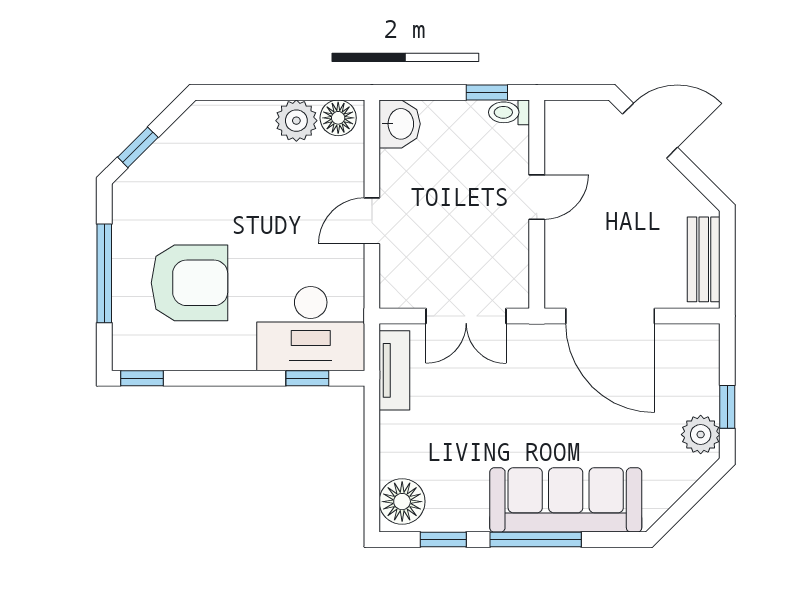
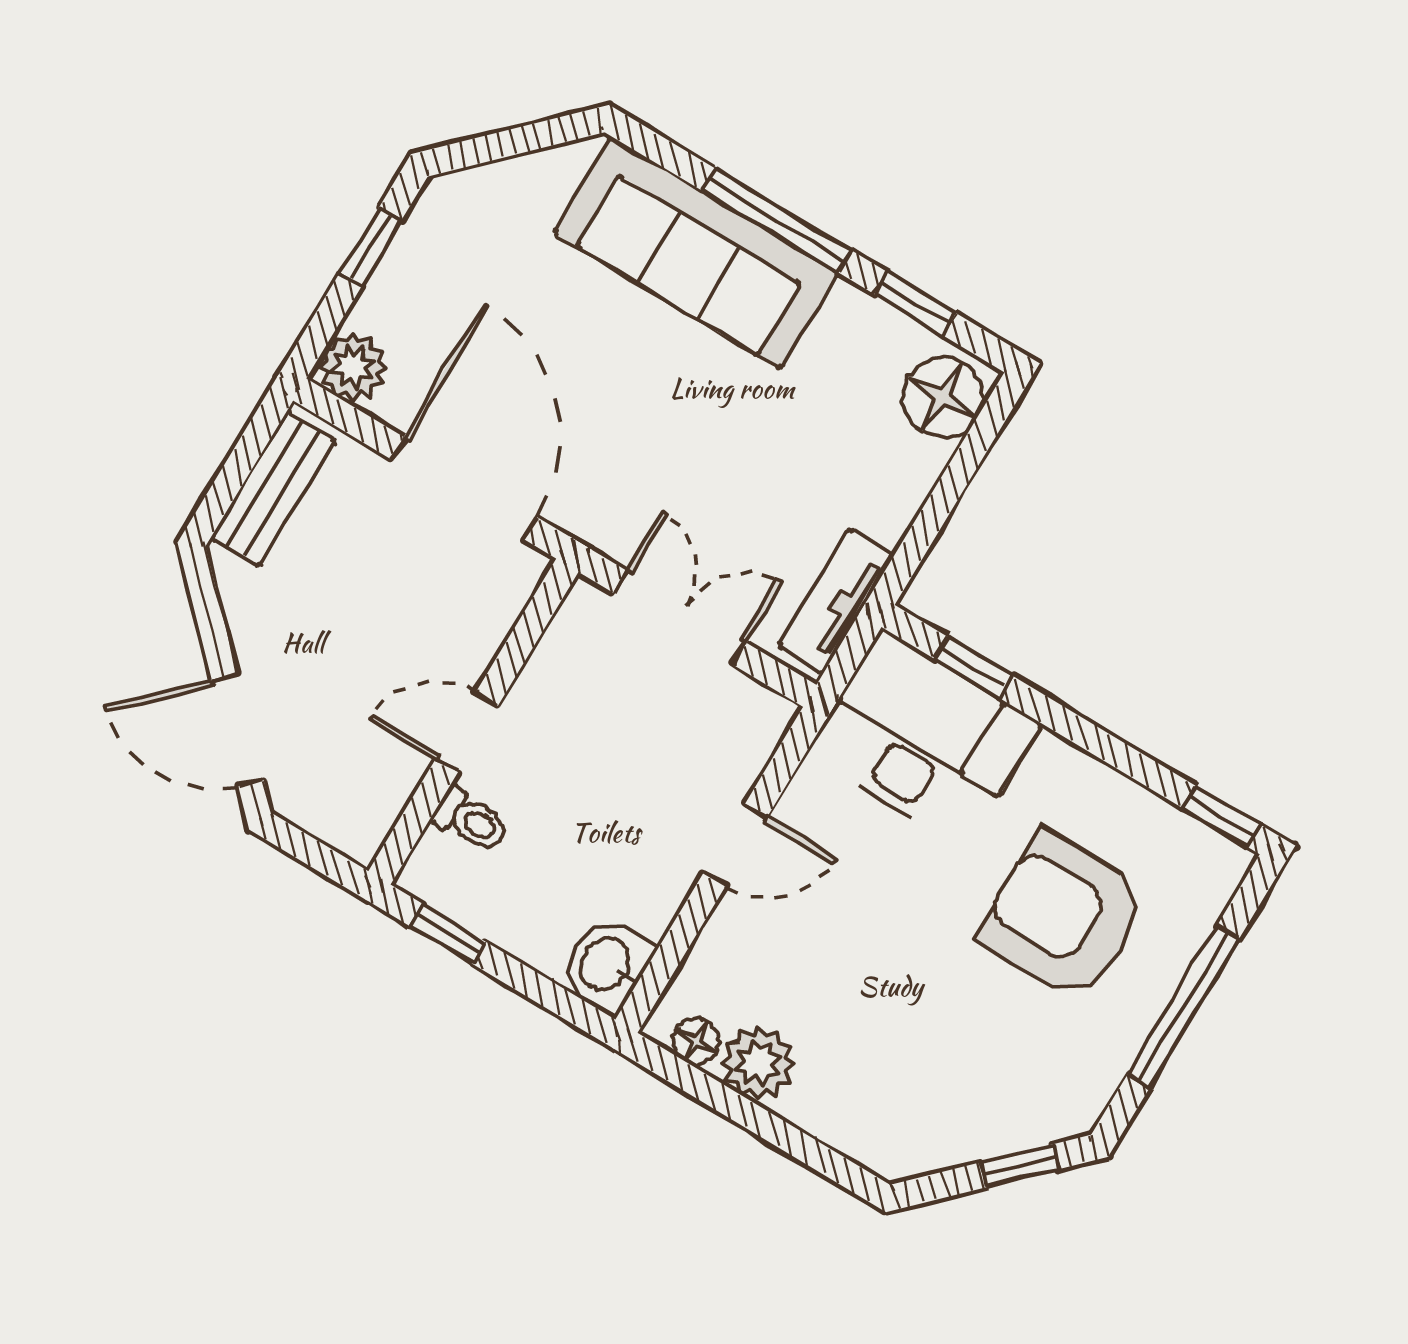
toilet: (509, 112) -> (471, 820), moved
floor lamp: (338, 118) -> (696, 1041), width x0.73, depth x0.73
plant: (701, 435) -> (353, 367), moved

